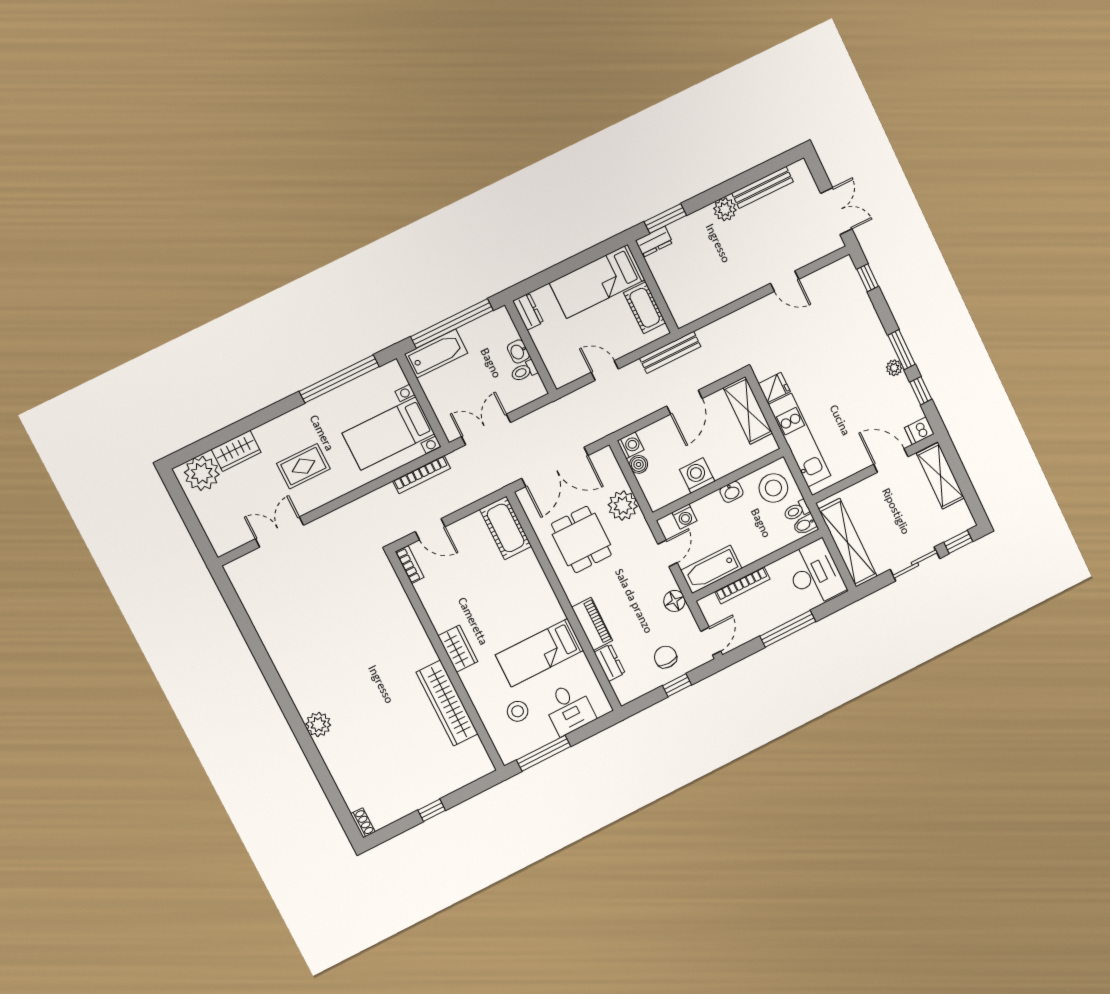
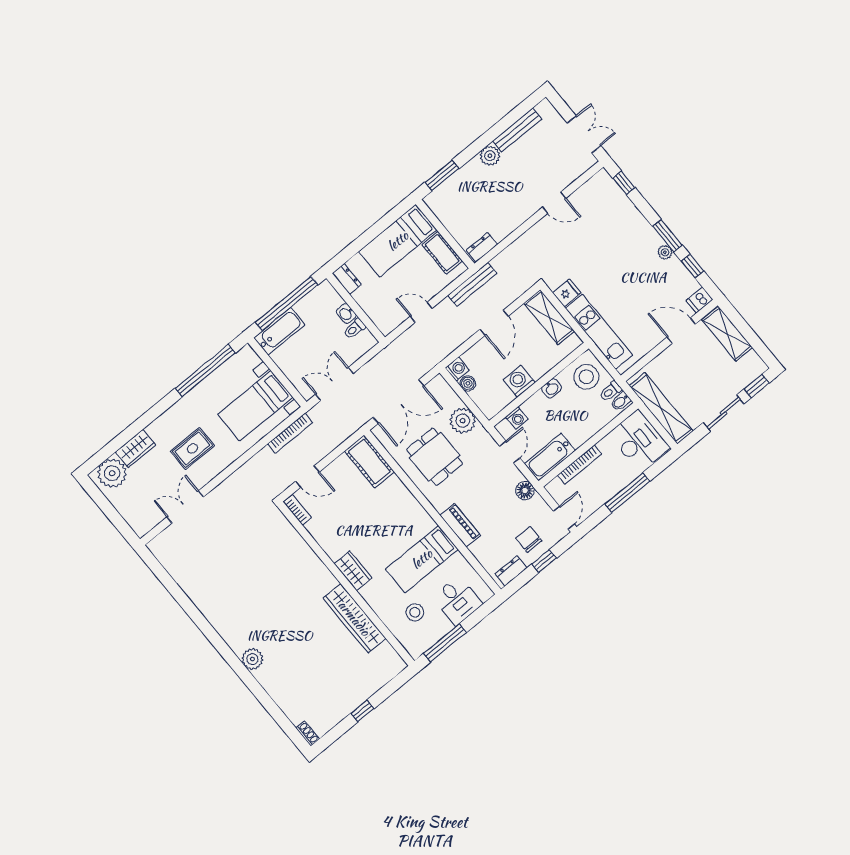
dresser: (654, 242) -> (482, 247), moved, turned 180
dresser: (610, 663) -> (511, 571), moved, turned -90

